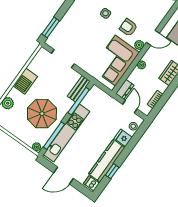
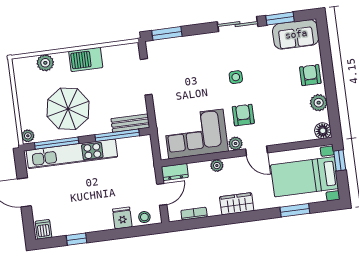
kitchen counter: (107, 161) -> (82, 223), removed

